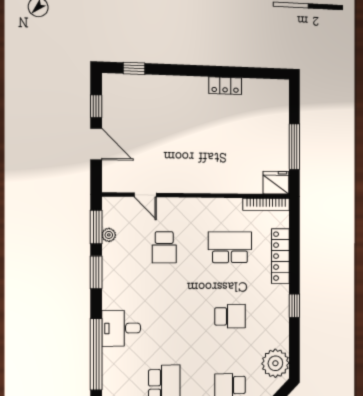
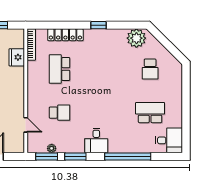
fridge: (276, 183) -> (17, 57), moved
door: (145, 195) -> (26, 125), hinge flipped
school desk: (230, 316) -> (105, 69), removed
desk: (121, 328) -> (96, 141), moved

